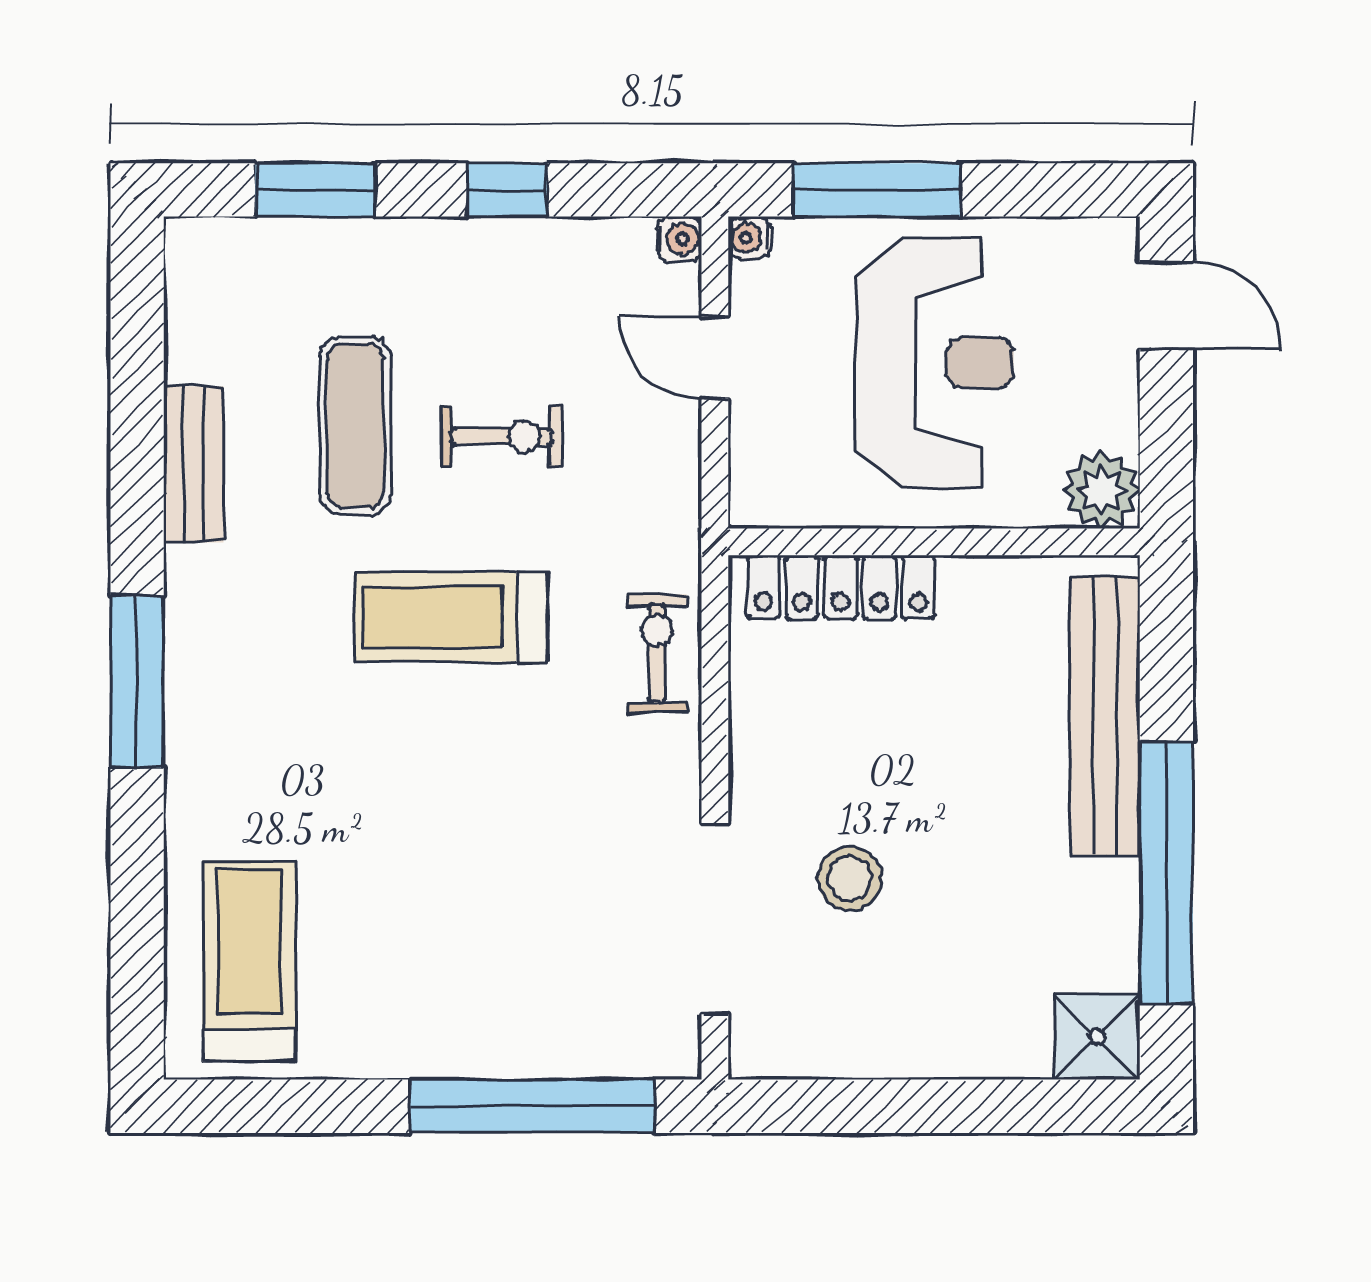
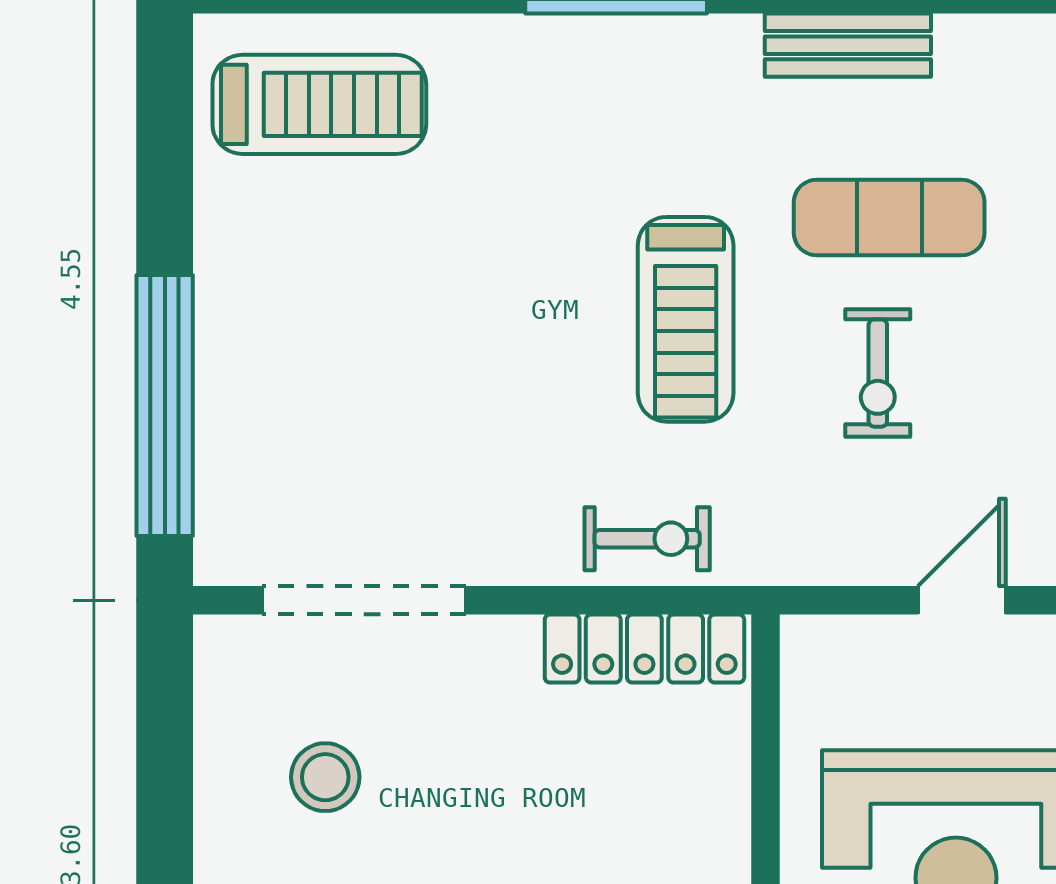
locker: (841, 587) -> (644, 649), moved, turned -90
treadmill: (451, 617) -> (686, 319), turned 180
stool: (850, 879) -> (325, 777), moved

